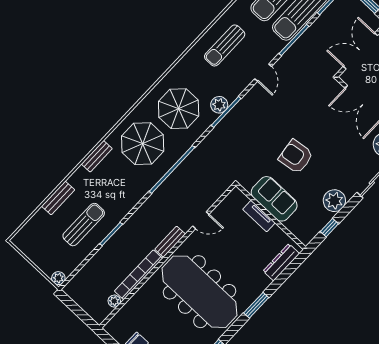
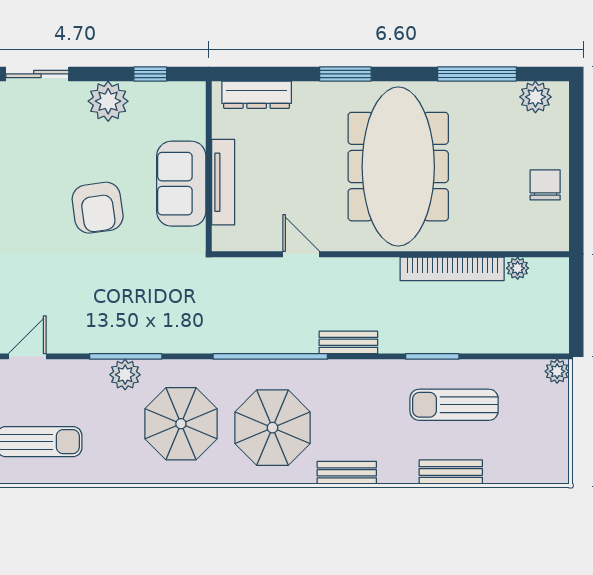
tv unit: (259, 216) -> (223, 182), width x1.41
bench: (170, 242) -> (348, 342), moved

